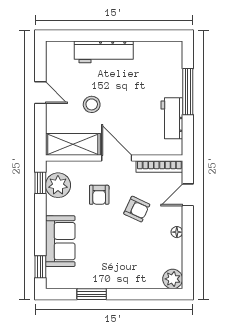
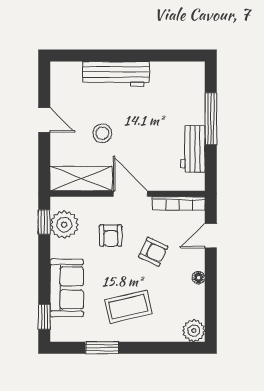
coffee table: (115, 258) -> (128, 307), added

